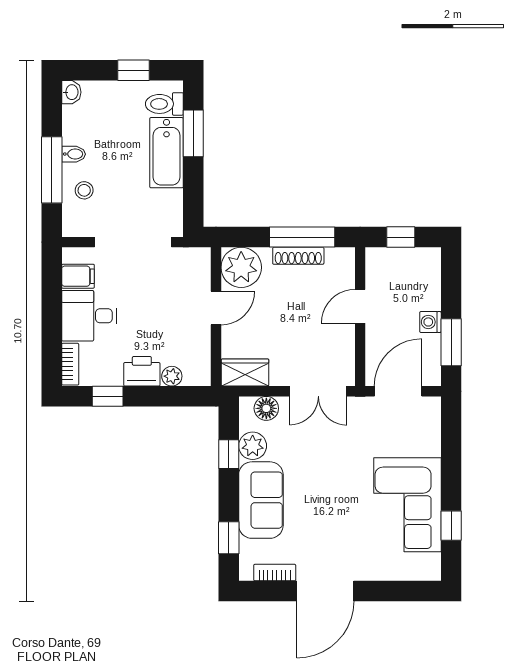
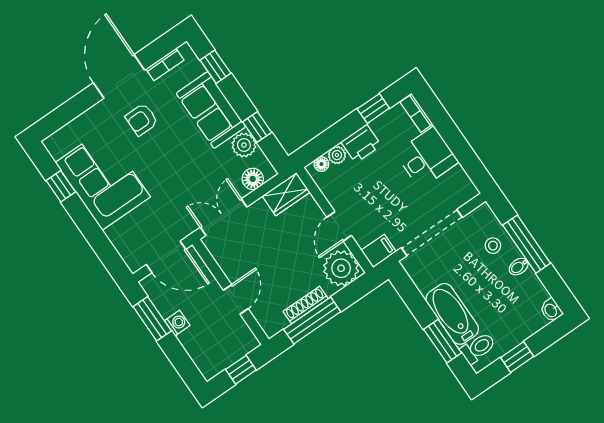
filing cabinet: (78, 276) -> (379, 251), moved, turned 180
floor lamp: (192, 378) -> (321, 164), added
door: (398, 391) -> (166, 257), hinge flipped
armchair: (332, 536) -> (142, 119), added

